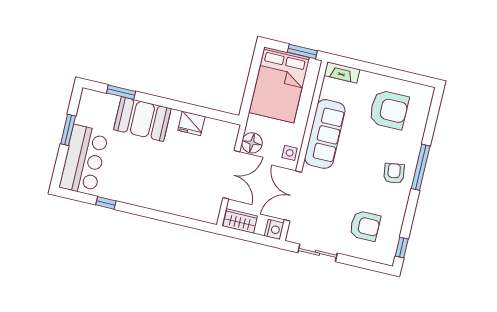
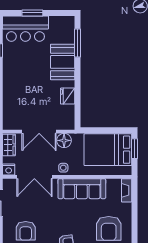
window: (302, 51) -> (134, 149), moved
window: (121, 92) -> (78, 43), width x1.44
window: (68, 130) -> (32, 13), moved
double door: (293, 196) -> (34, 177), swing flipped

